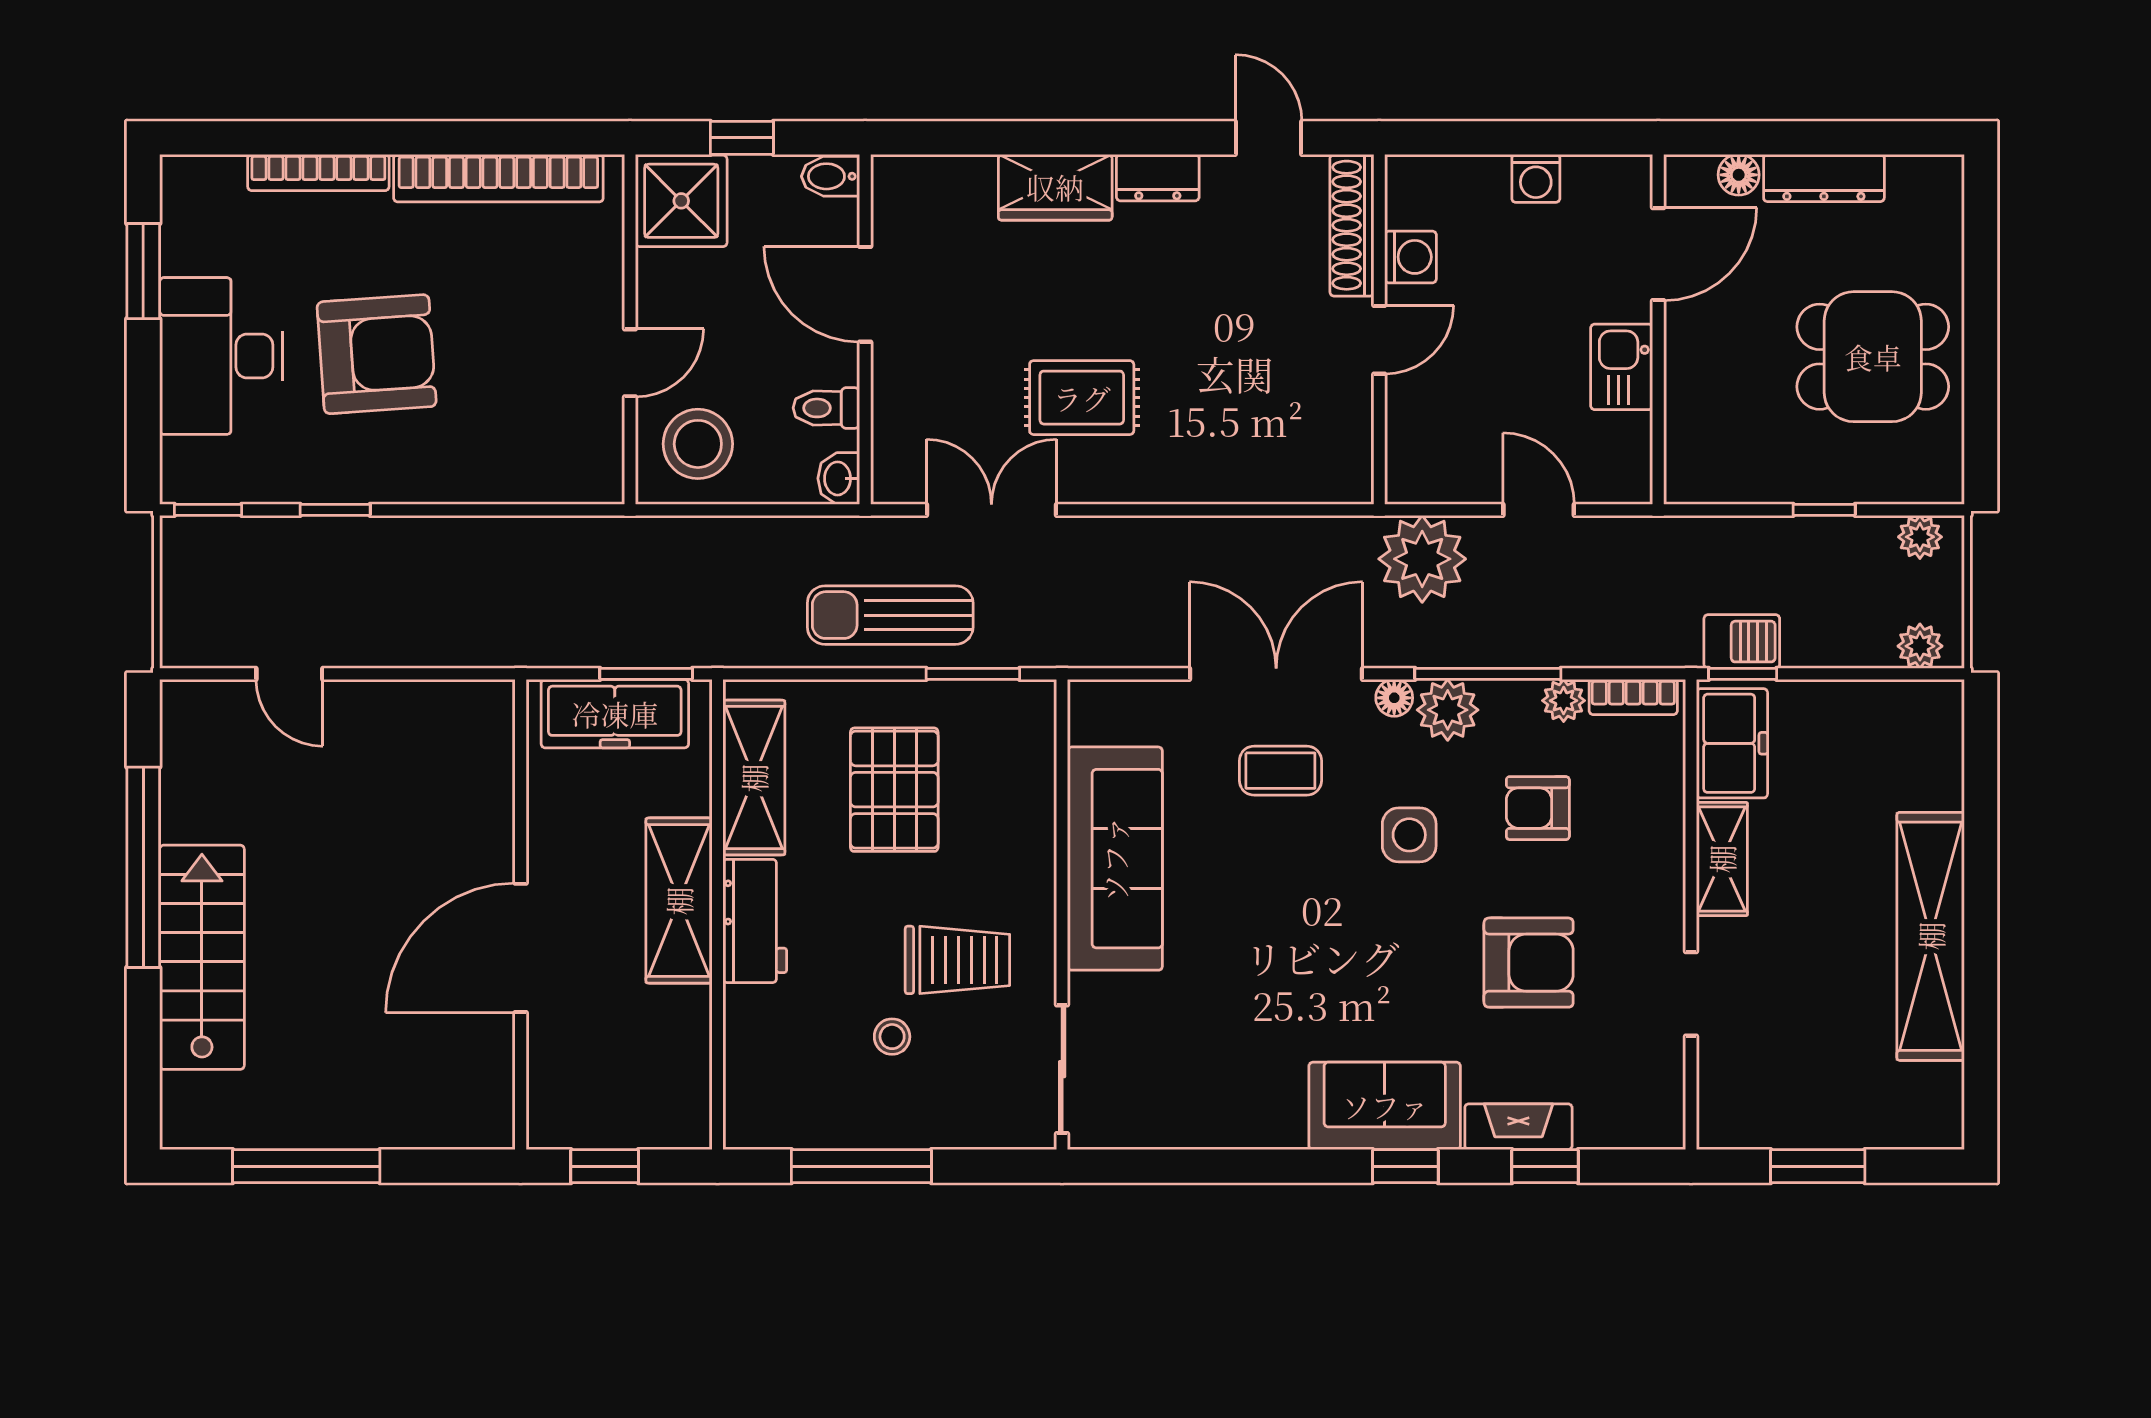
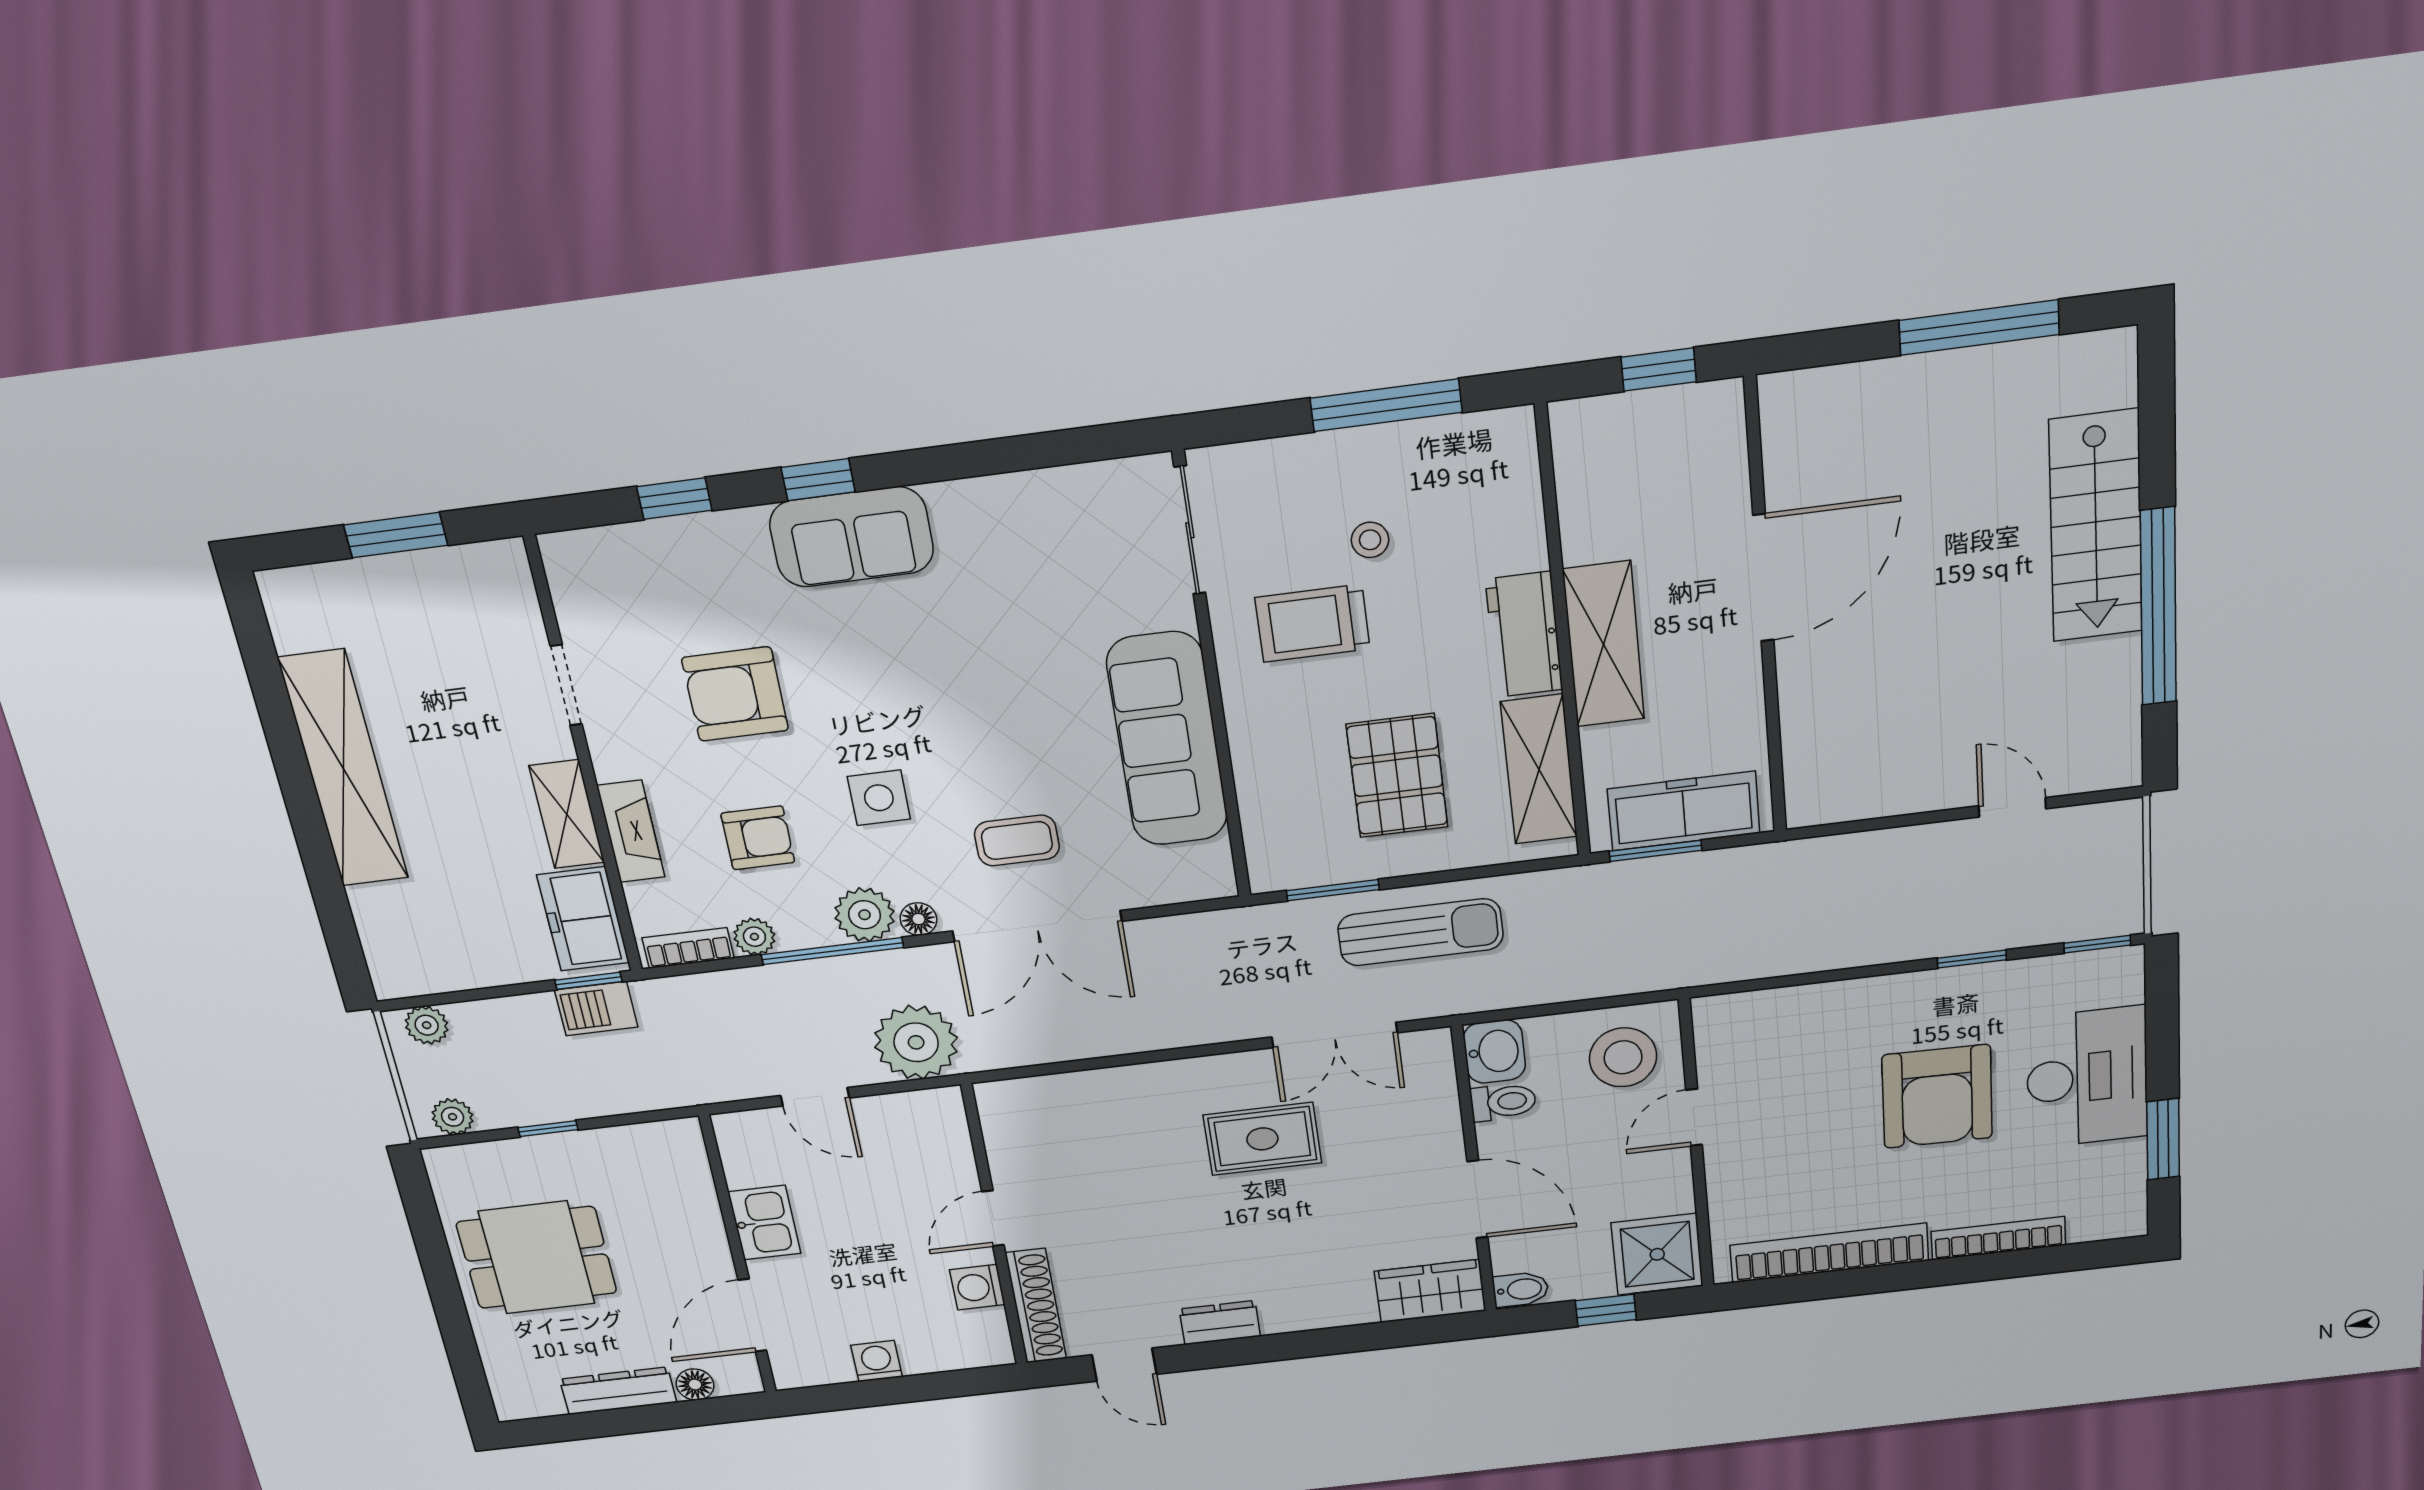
wardrobe: (1055, 187) -> (1430, 1291), moved
armchair: (377, 354) -> (1937, 1096), turned -85
washbasin: (839, 478) -> (1494, 1051), width x1.38, depth x1.45
fireplace: (1518, 1127) -> (631, 831), moved, turned -90

